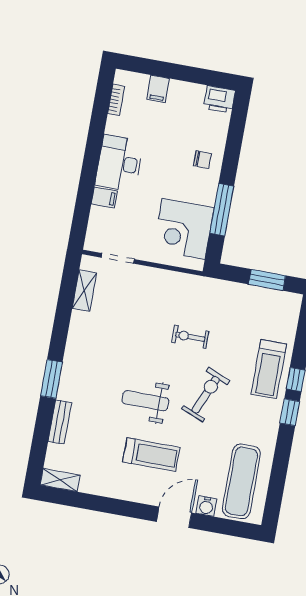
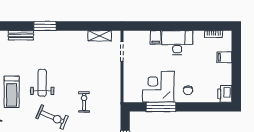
corner desk: (183, 229) -> (158, 87), moved

